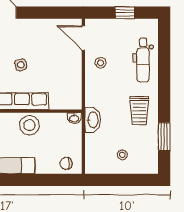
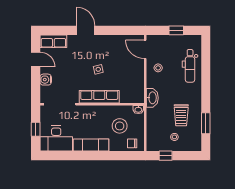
trolley: (139, 111) -> (181, 115), moved
washbasin: (93, 120) -> (152, 98), moved
stool: (29, 125) -> (120, 126), moved
window: (111, 180) -> (166, 156), added

